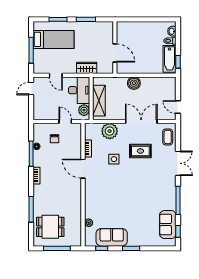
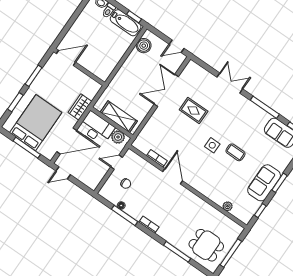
bed: (53, 39) -> (36, 123), width x1.50
door: (115, 53) -> (66, 58), moved
door: (56, 75) -> (67, 141), width x1.88
boiler: (134, 83) -> (144, 46), moved
door: (31, 89) -> (63, 173), hinge flipped
plant: (110, 131) -> (155, 127), removed
coffee table: (168, 137) -> (235, 152), moved
rug: (140, 151) -> (194, 110), turned 90
side table: (114, 159) -> (212, 145), moved
door: (83, 169) -> (173, 176), swing flipped
dining table: (50, 227) -> (206, 245), turned 90
sofa: (112, 237) -> (264, 183), moved

